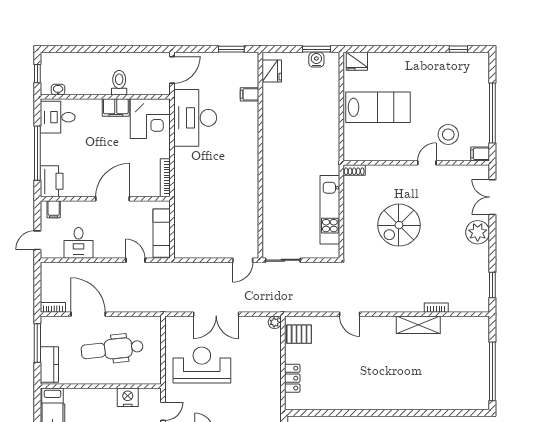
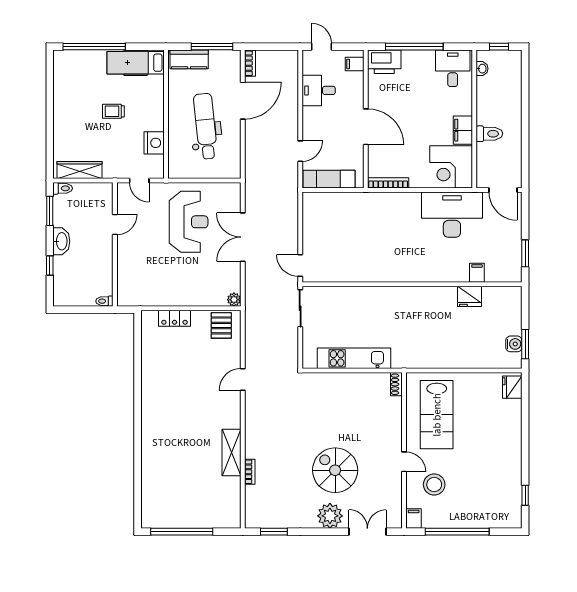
fridge: (272, 71) -> (469, 296), moved
lab bench: (378, 107) -> (437, 415), moved
spiral stairs: (399, 225) -> (335, 470), moved

